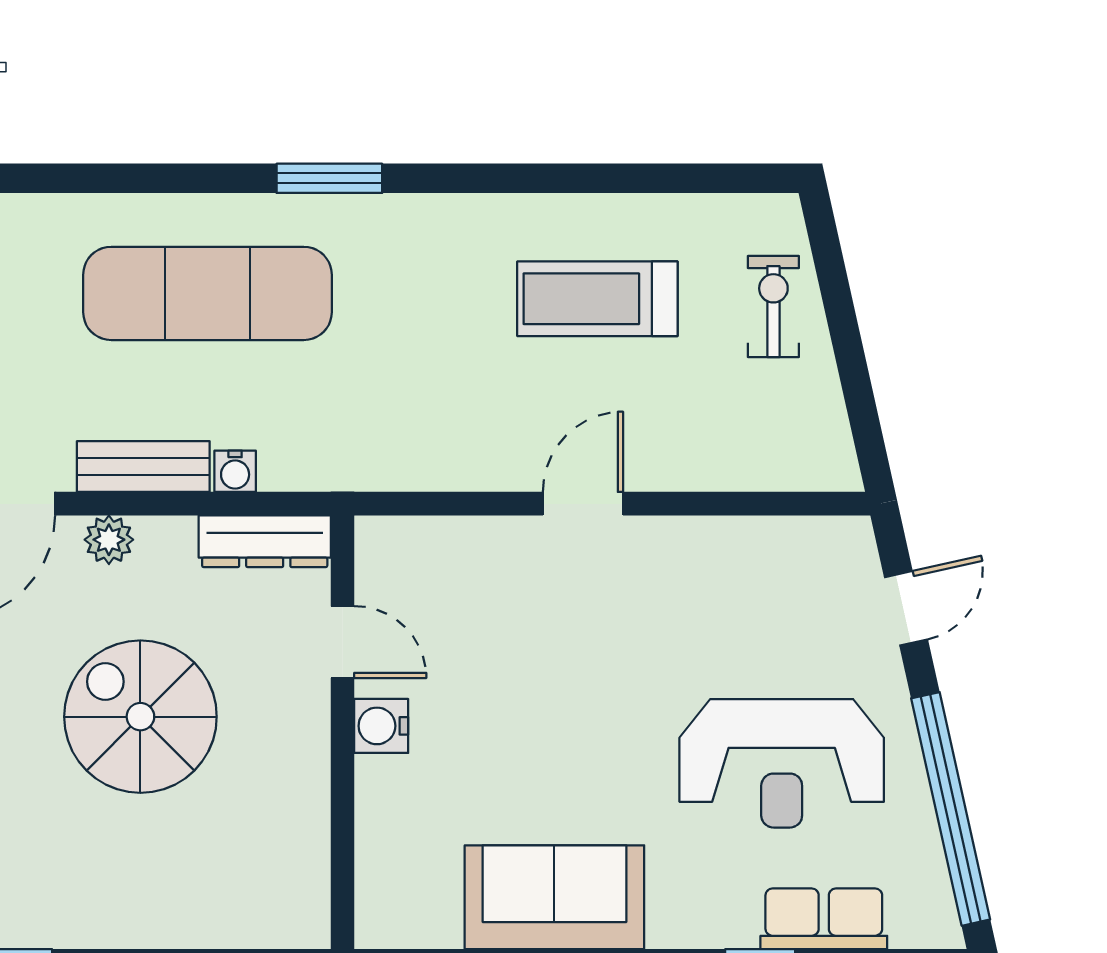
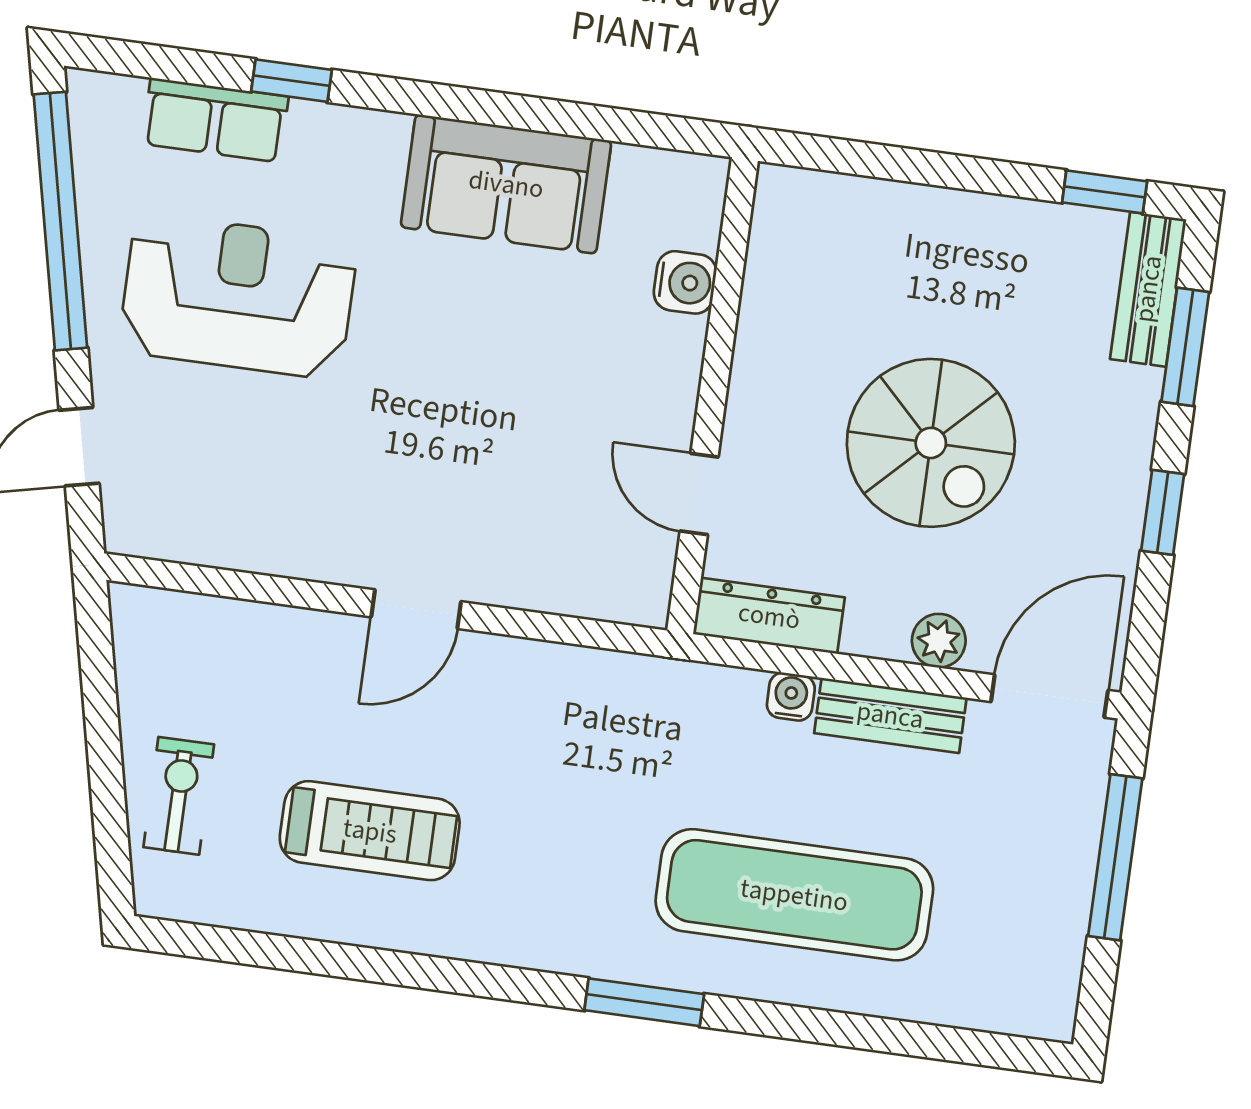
exercise bike: (773, 307) -> (179, 796), turned 180
water cooler: (381, 726) -> (685, 282), moved

